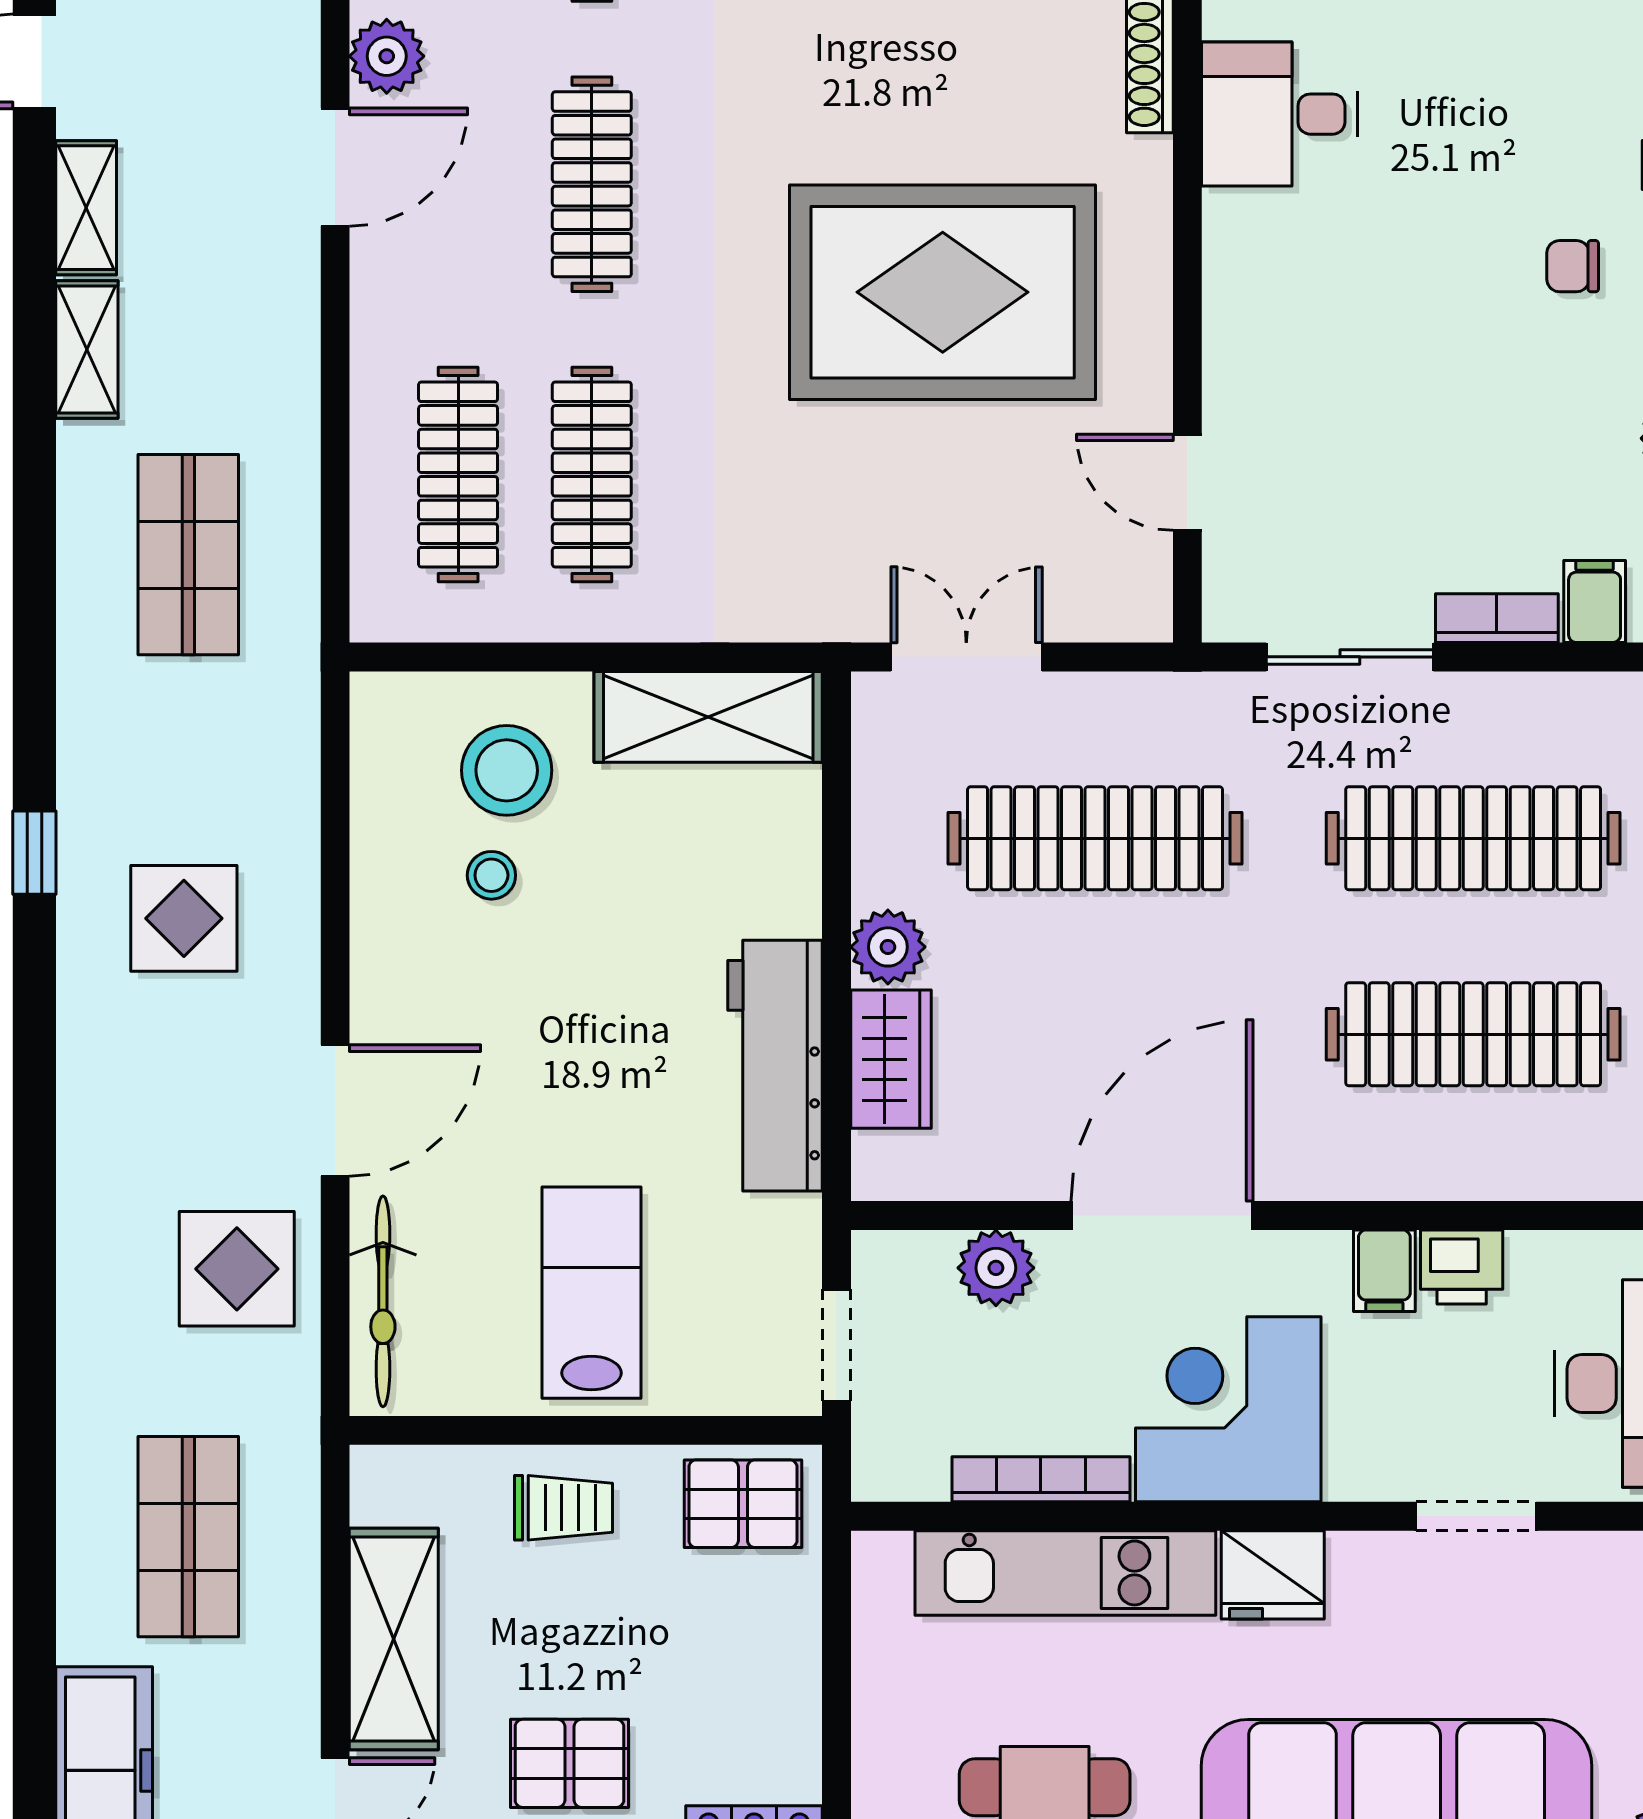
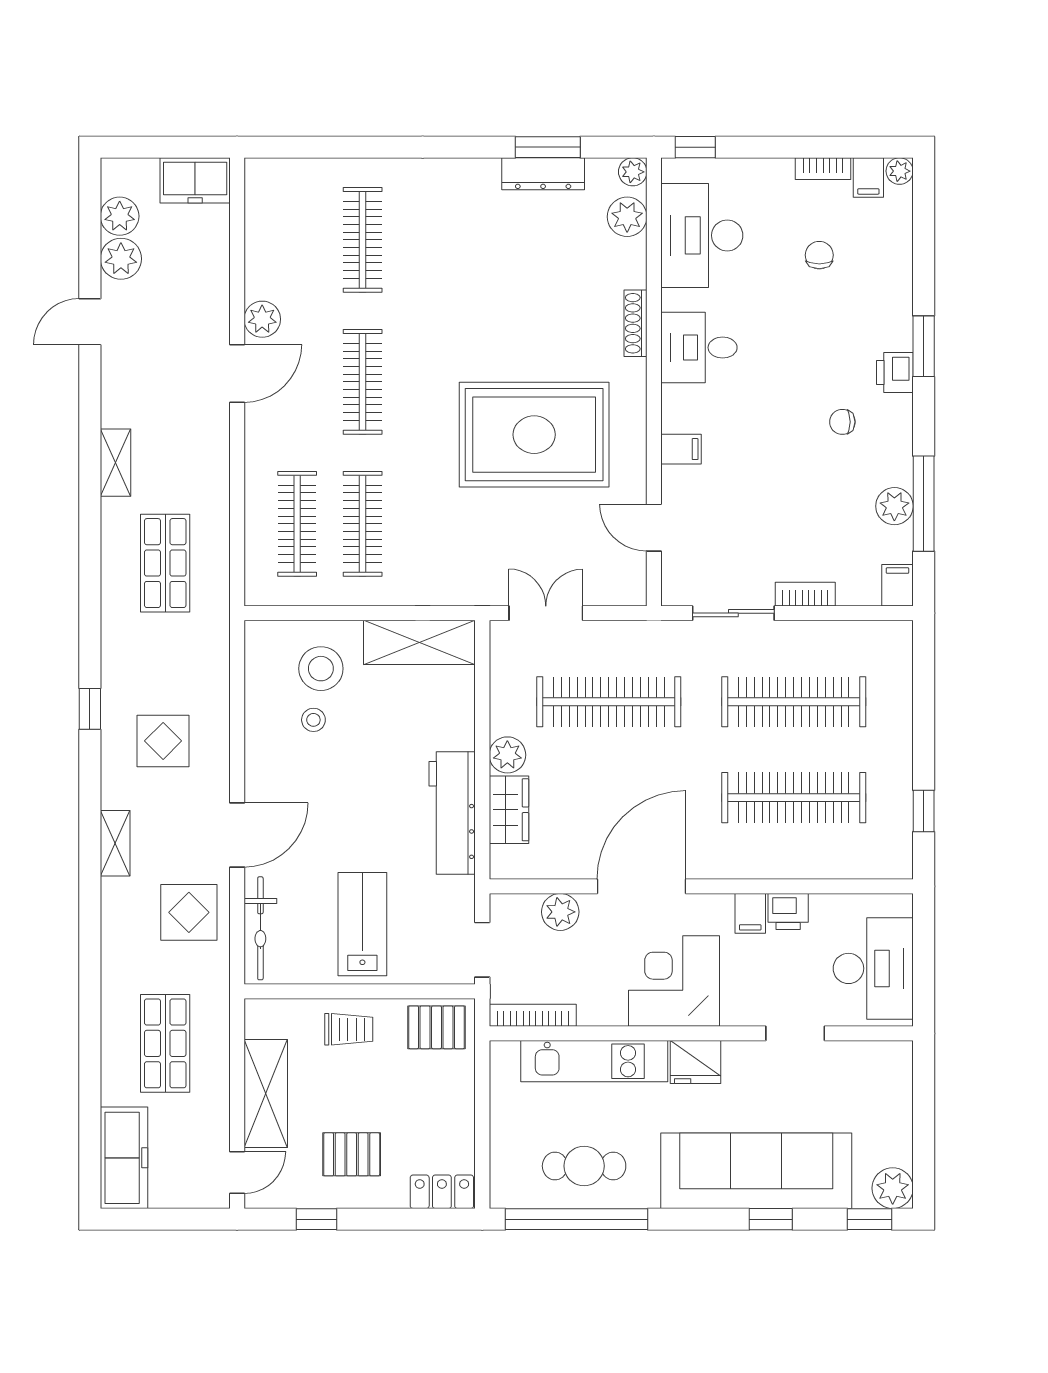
shelving: (86, 208) -> (115, 843), moved
filing cabinet: (1595, 602) -> (681, 449), moved, turned 90
bookcase: (1041, 1479) -> (533, 1015), moved

